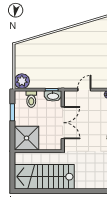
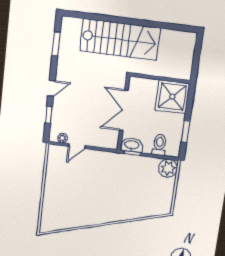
door: (84, 90) -> (77, 146), moved
stairs: (44, 177) -> (120, 39), moved

